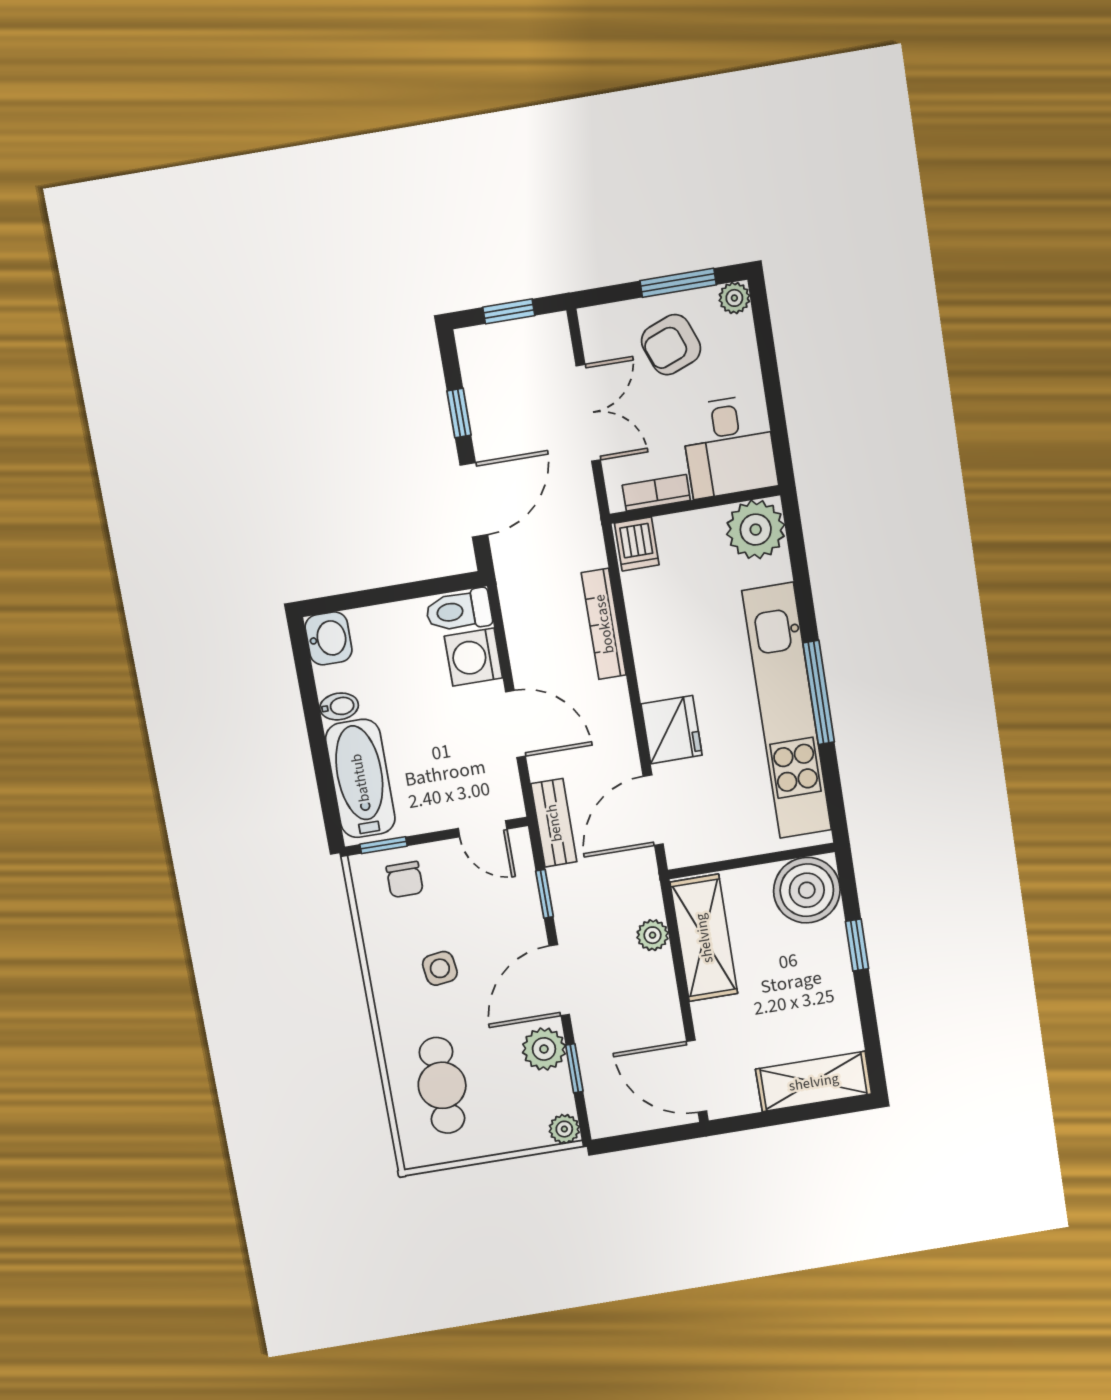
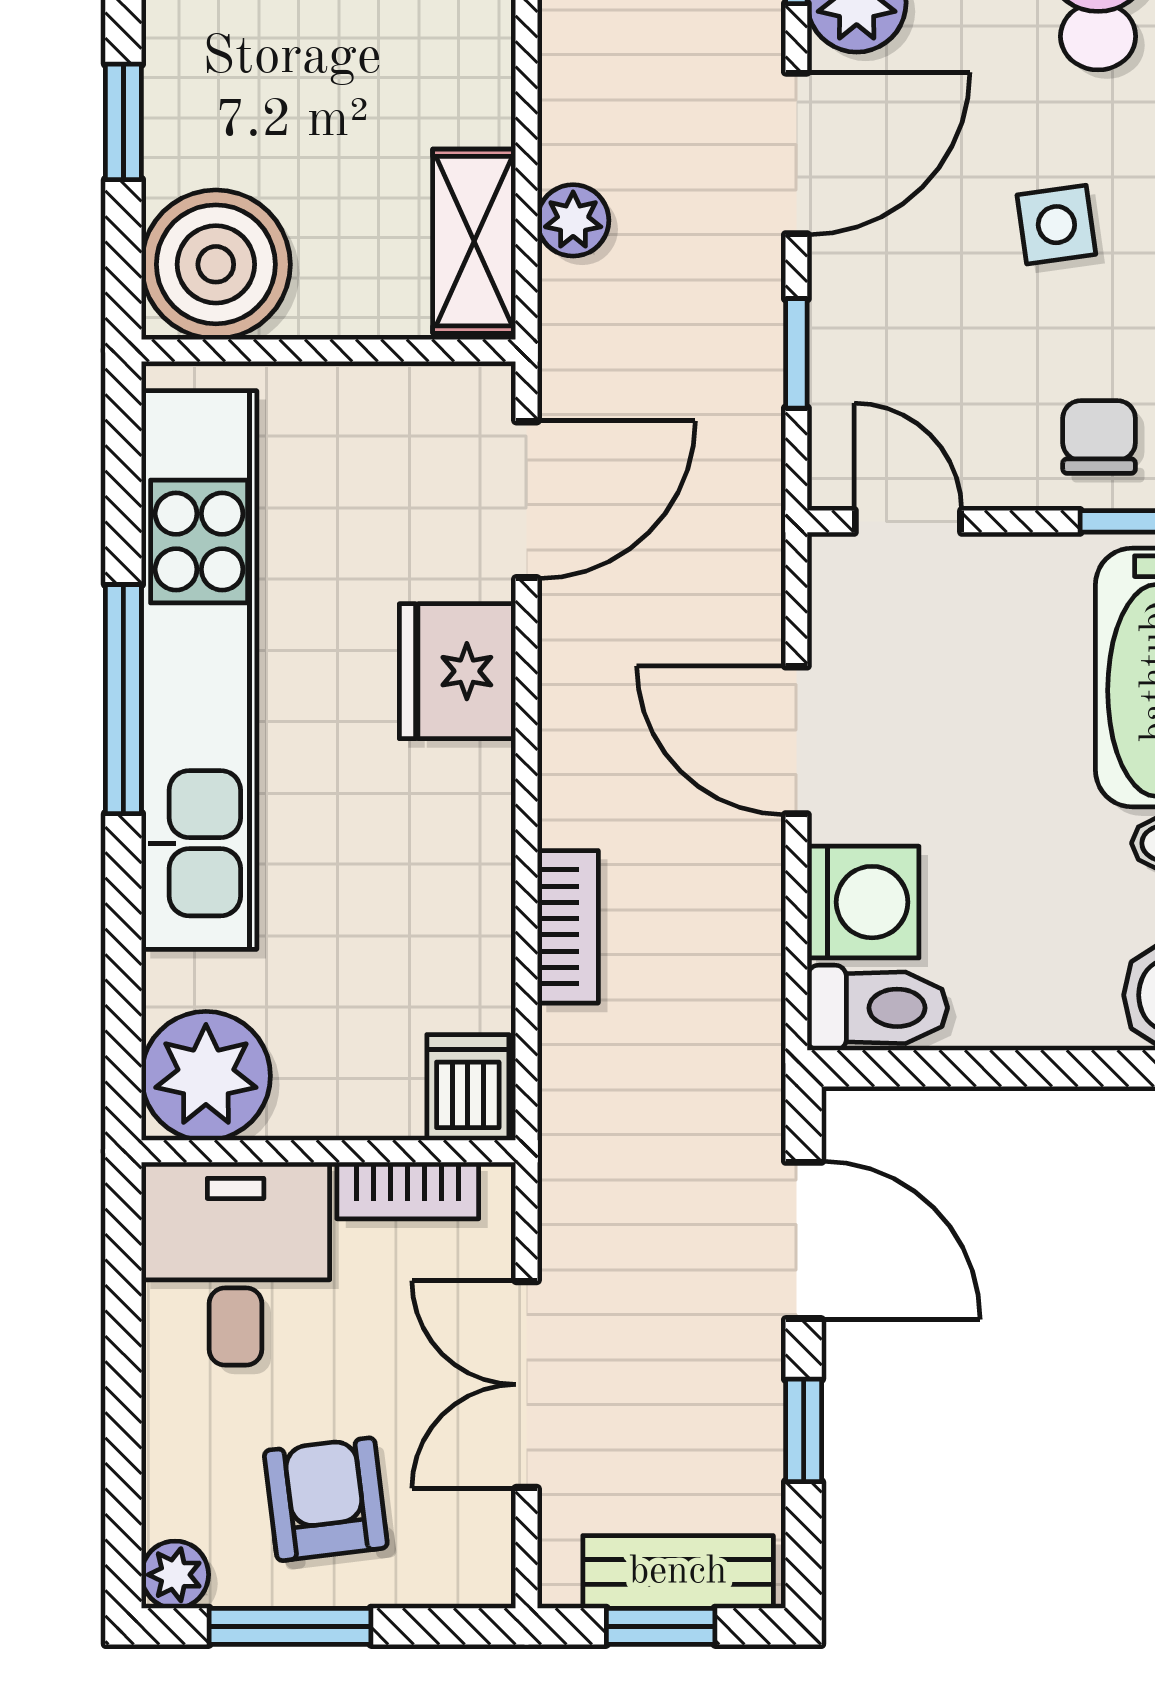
armchair: (671, 345) -> (326, 1499), turned -76
door: (474, 500) -> (804, 1240), swing flipped
bookcase: (604, 624) -> (568, 927), width x0.64
bench: (554, 823) -> (678, 1572), moved, turned 90
shelving: (704, 938) -> (474, 241), width x0.67, depth x0.75

